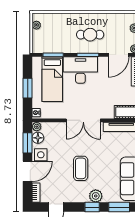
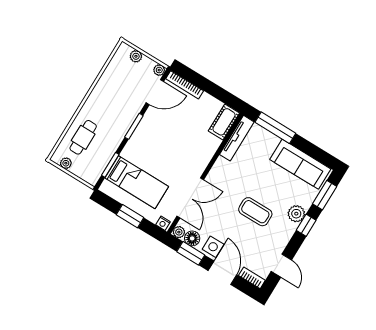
cafe table: (90, 35) -> (83, 137), moved
door: (119, 55) -> (155, 92), hinge flipped
desk: (80, 70) -> (146, 145), removed
double door: (83, 120) -> (190, 198), moved

